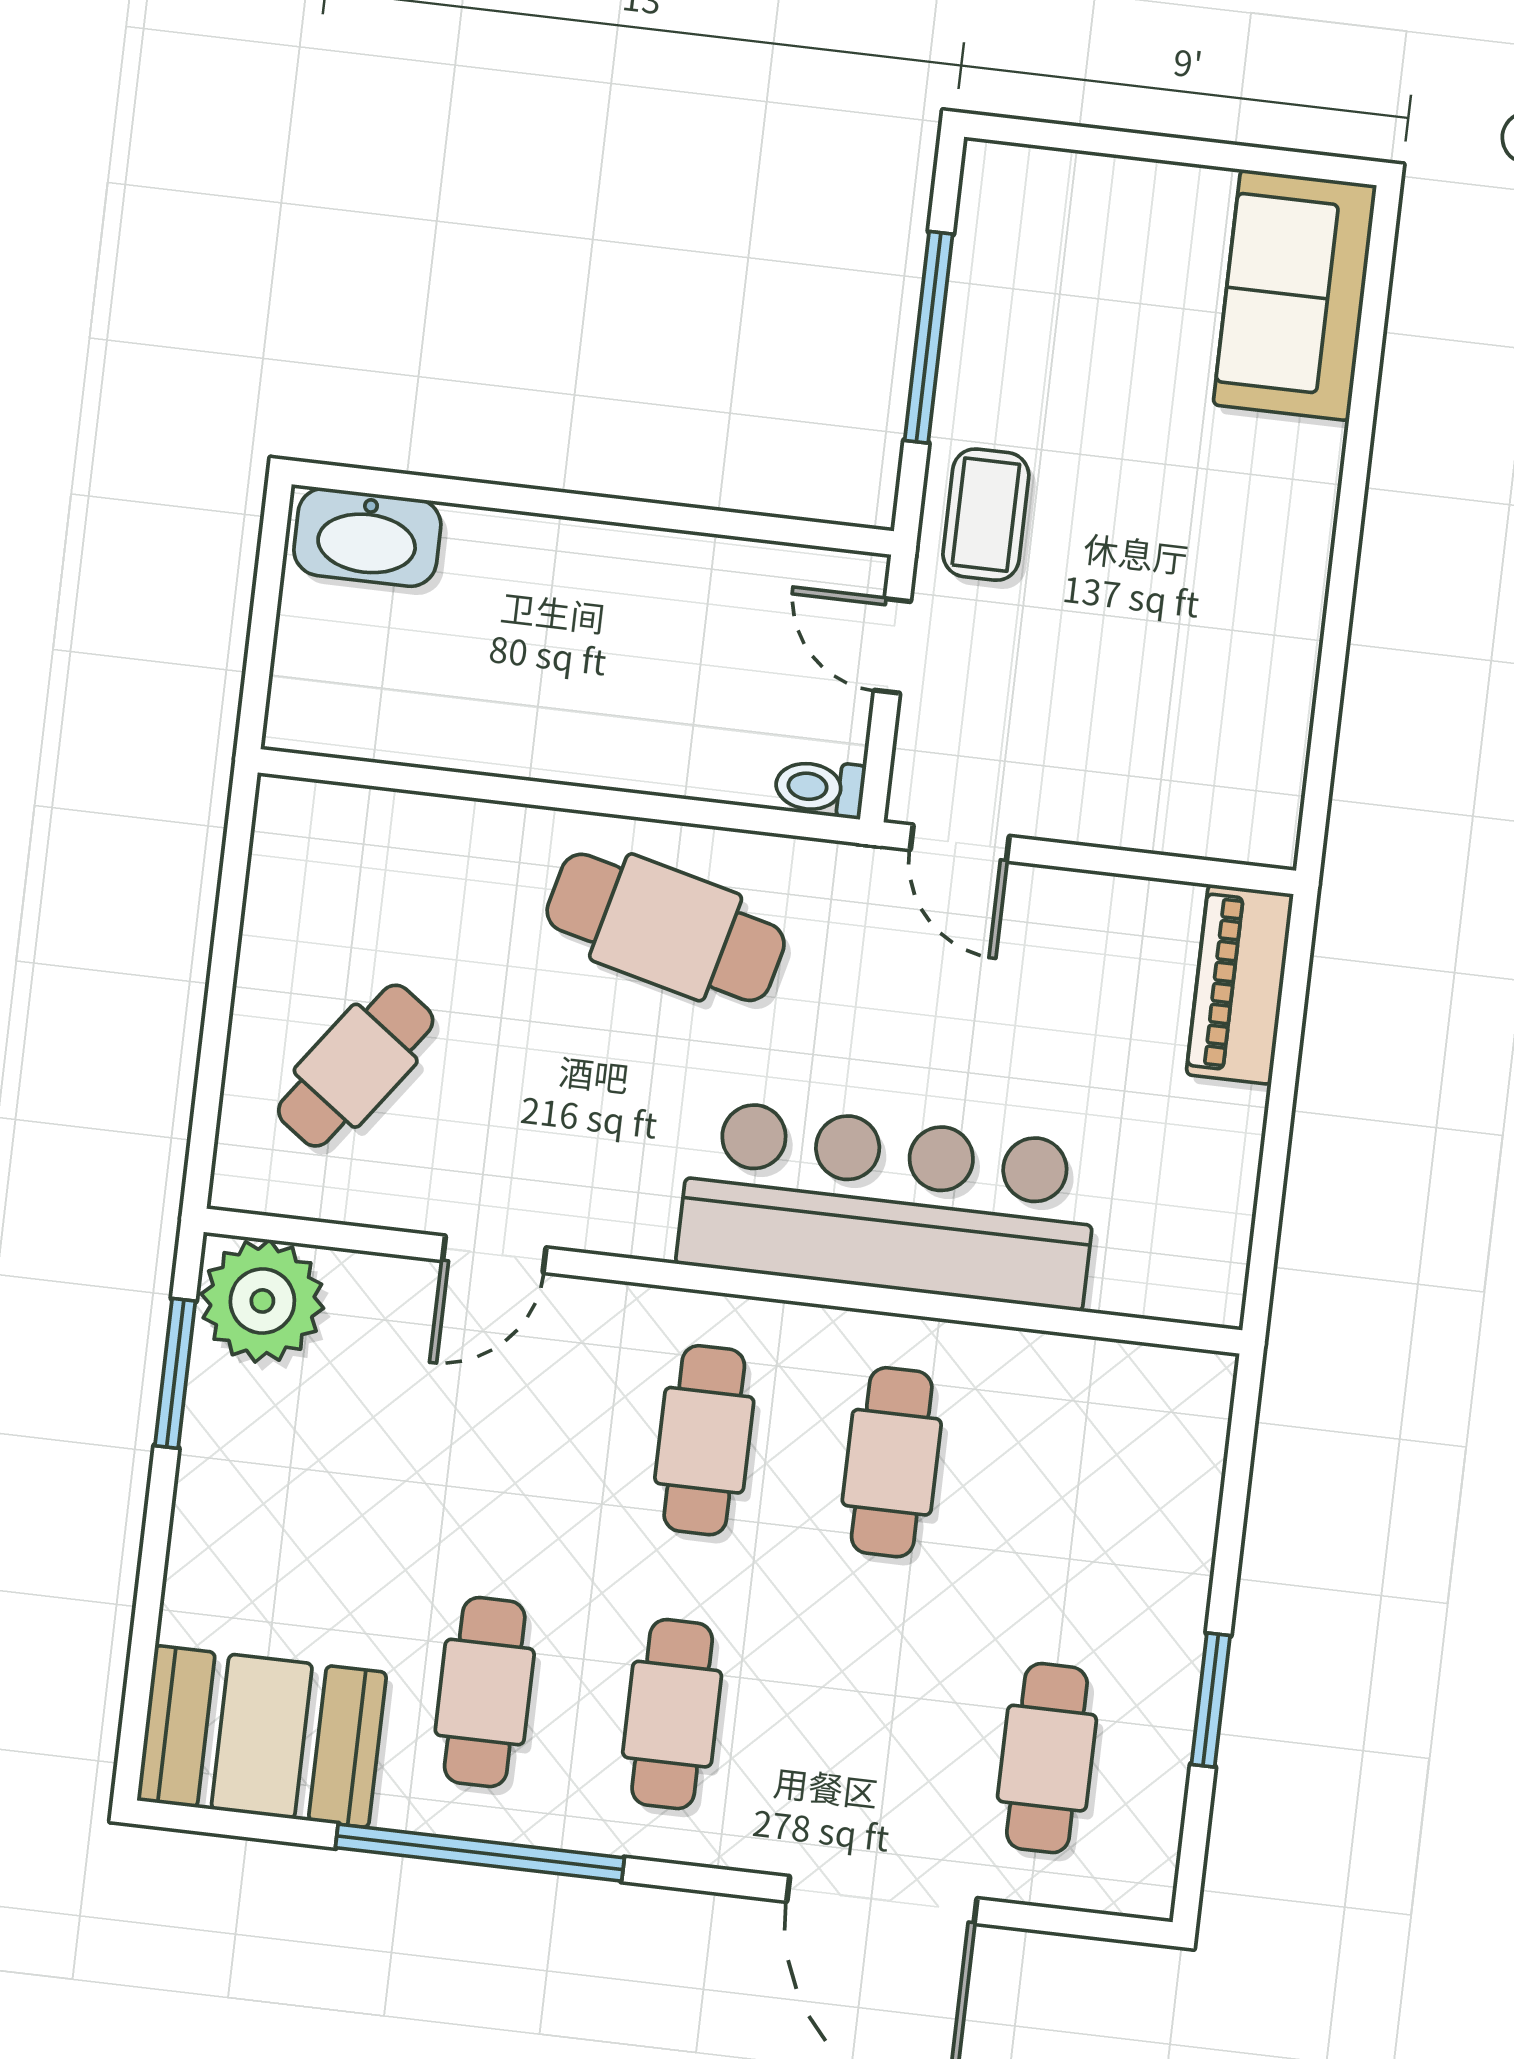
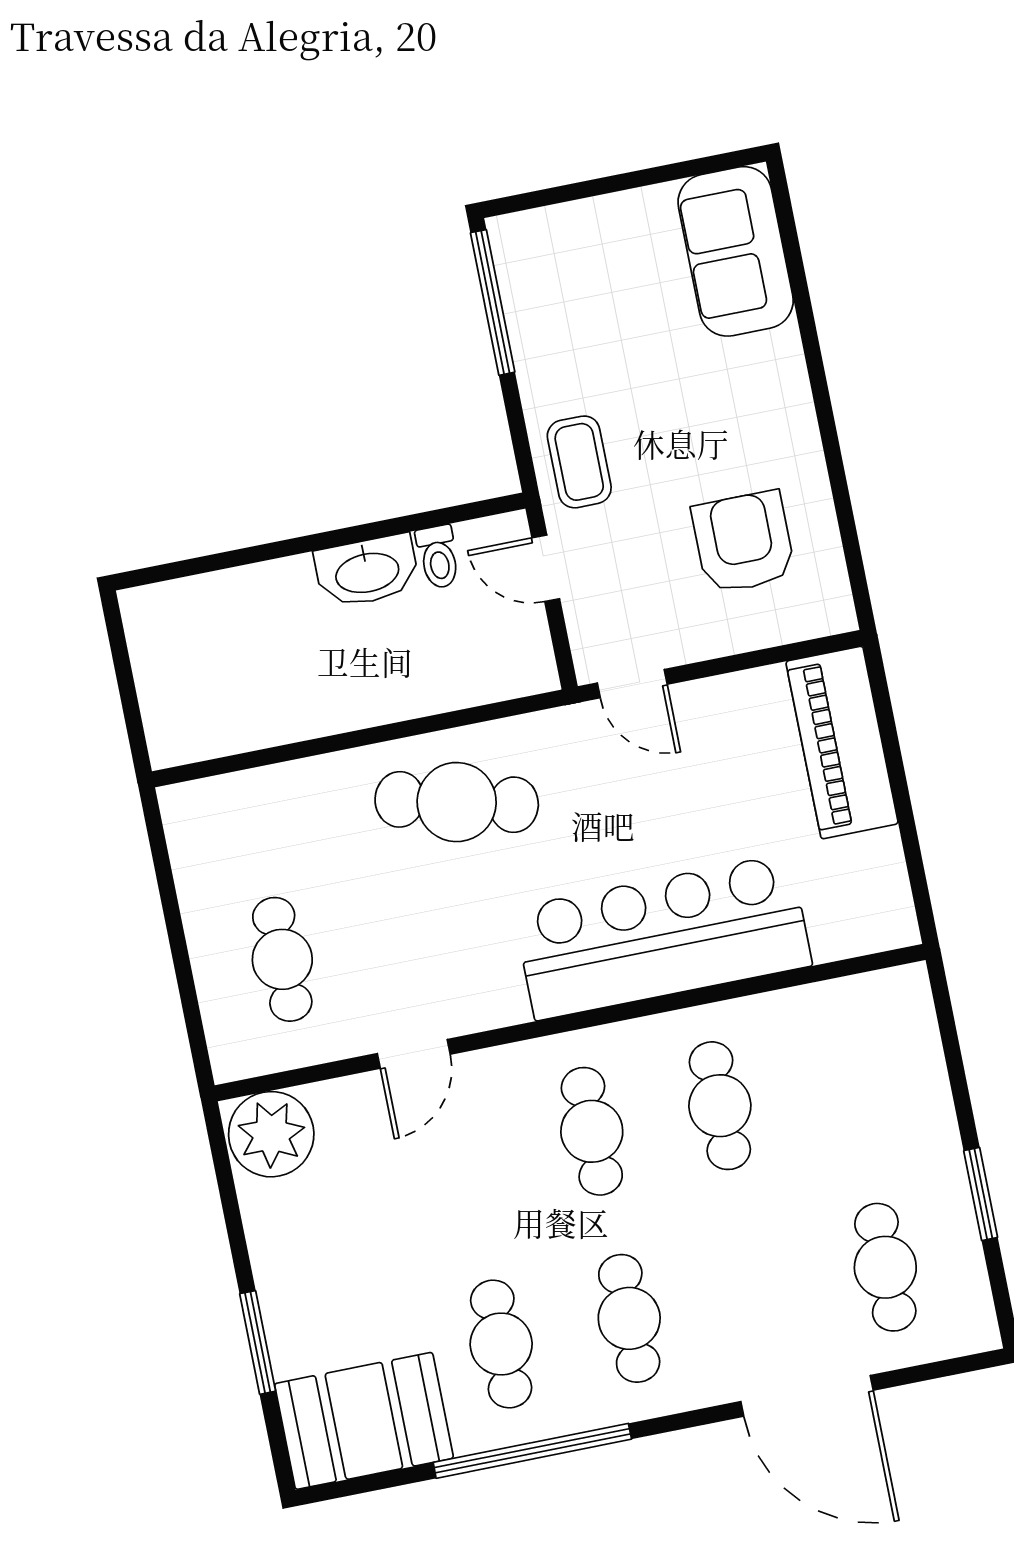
window: (929, 337) -> (493, 302), moved
washbasin: (367, 537) -> (367, 571), moved
armchair: (1176, 698) -> (743, 542), added
toilet: (820, 788) -> (438, 557), moved, turned -90
piano: (1240, 984) -> (842, 743), width x1.37, depth x1.33
cafe table: (356, 1066) -> (282, 959), turned -36
window: (175, 1373) -> (258, 1342), moved

